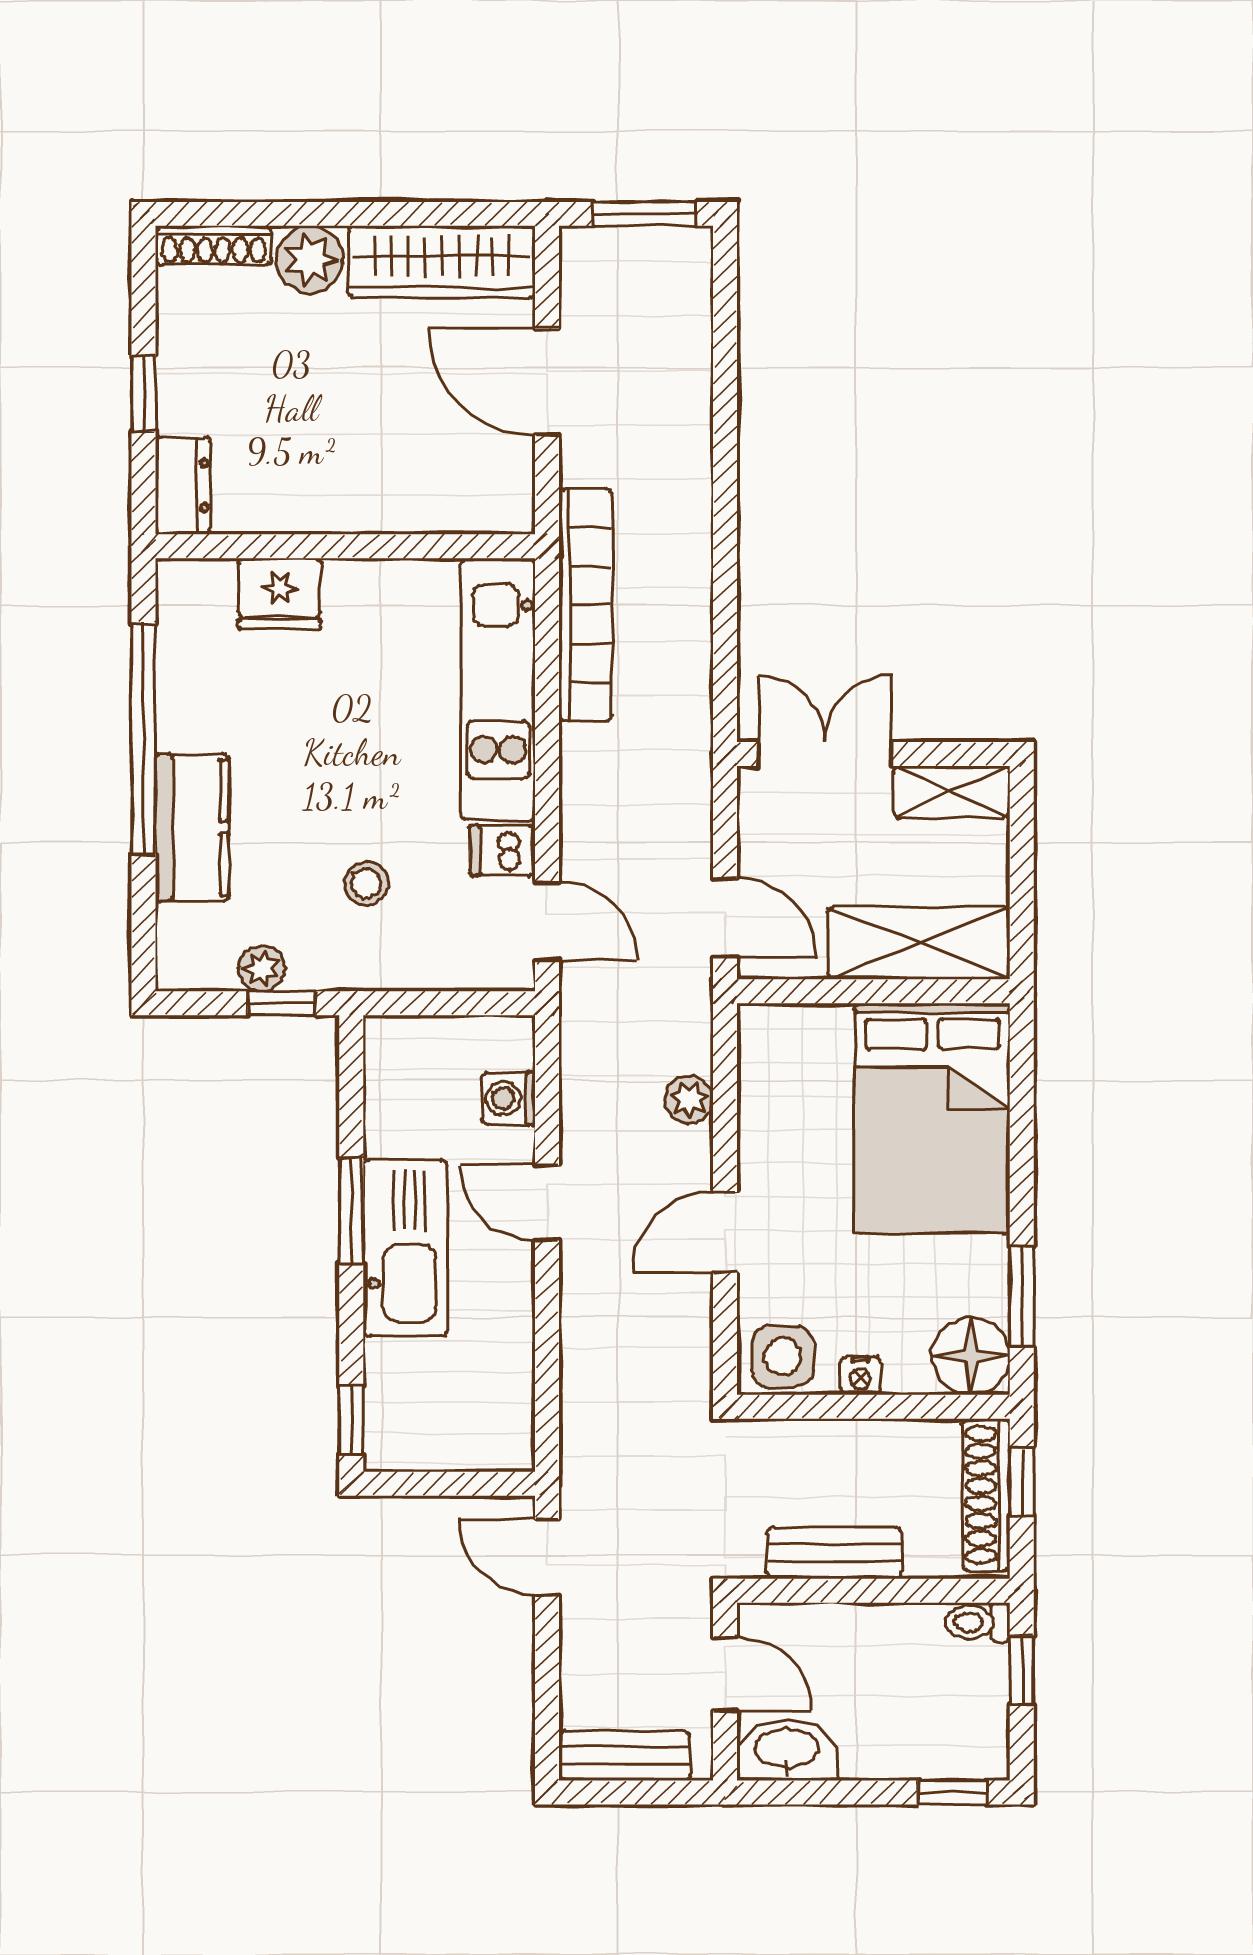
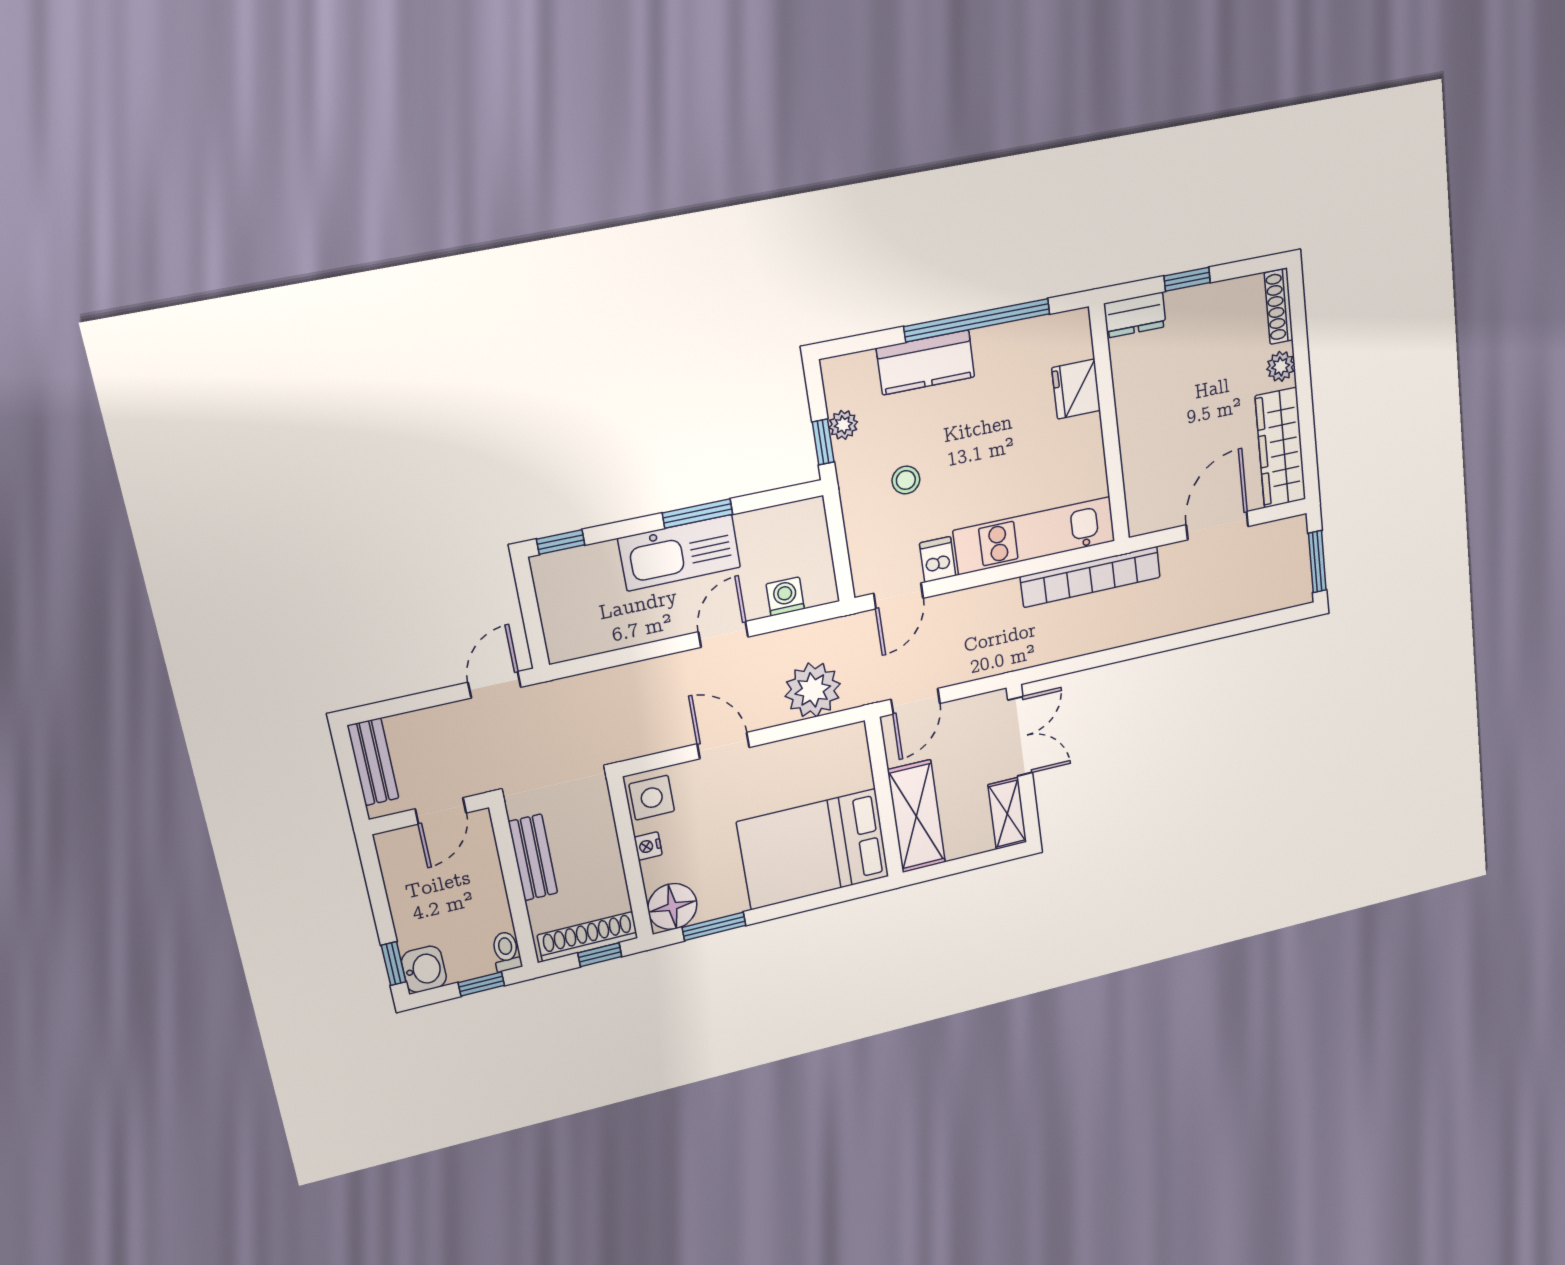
plant: (310, 259) -> (1281, 366), width x0.73, depth x0.73
plant: (689, 1100) -> (813, 690), width x1.88, depth x1.88
washbasin: (787, 1750) -> (424, 969), moved, width x0.72

